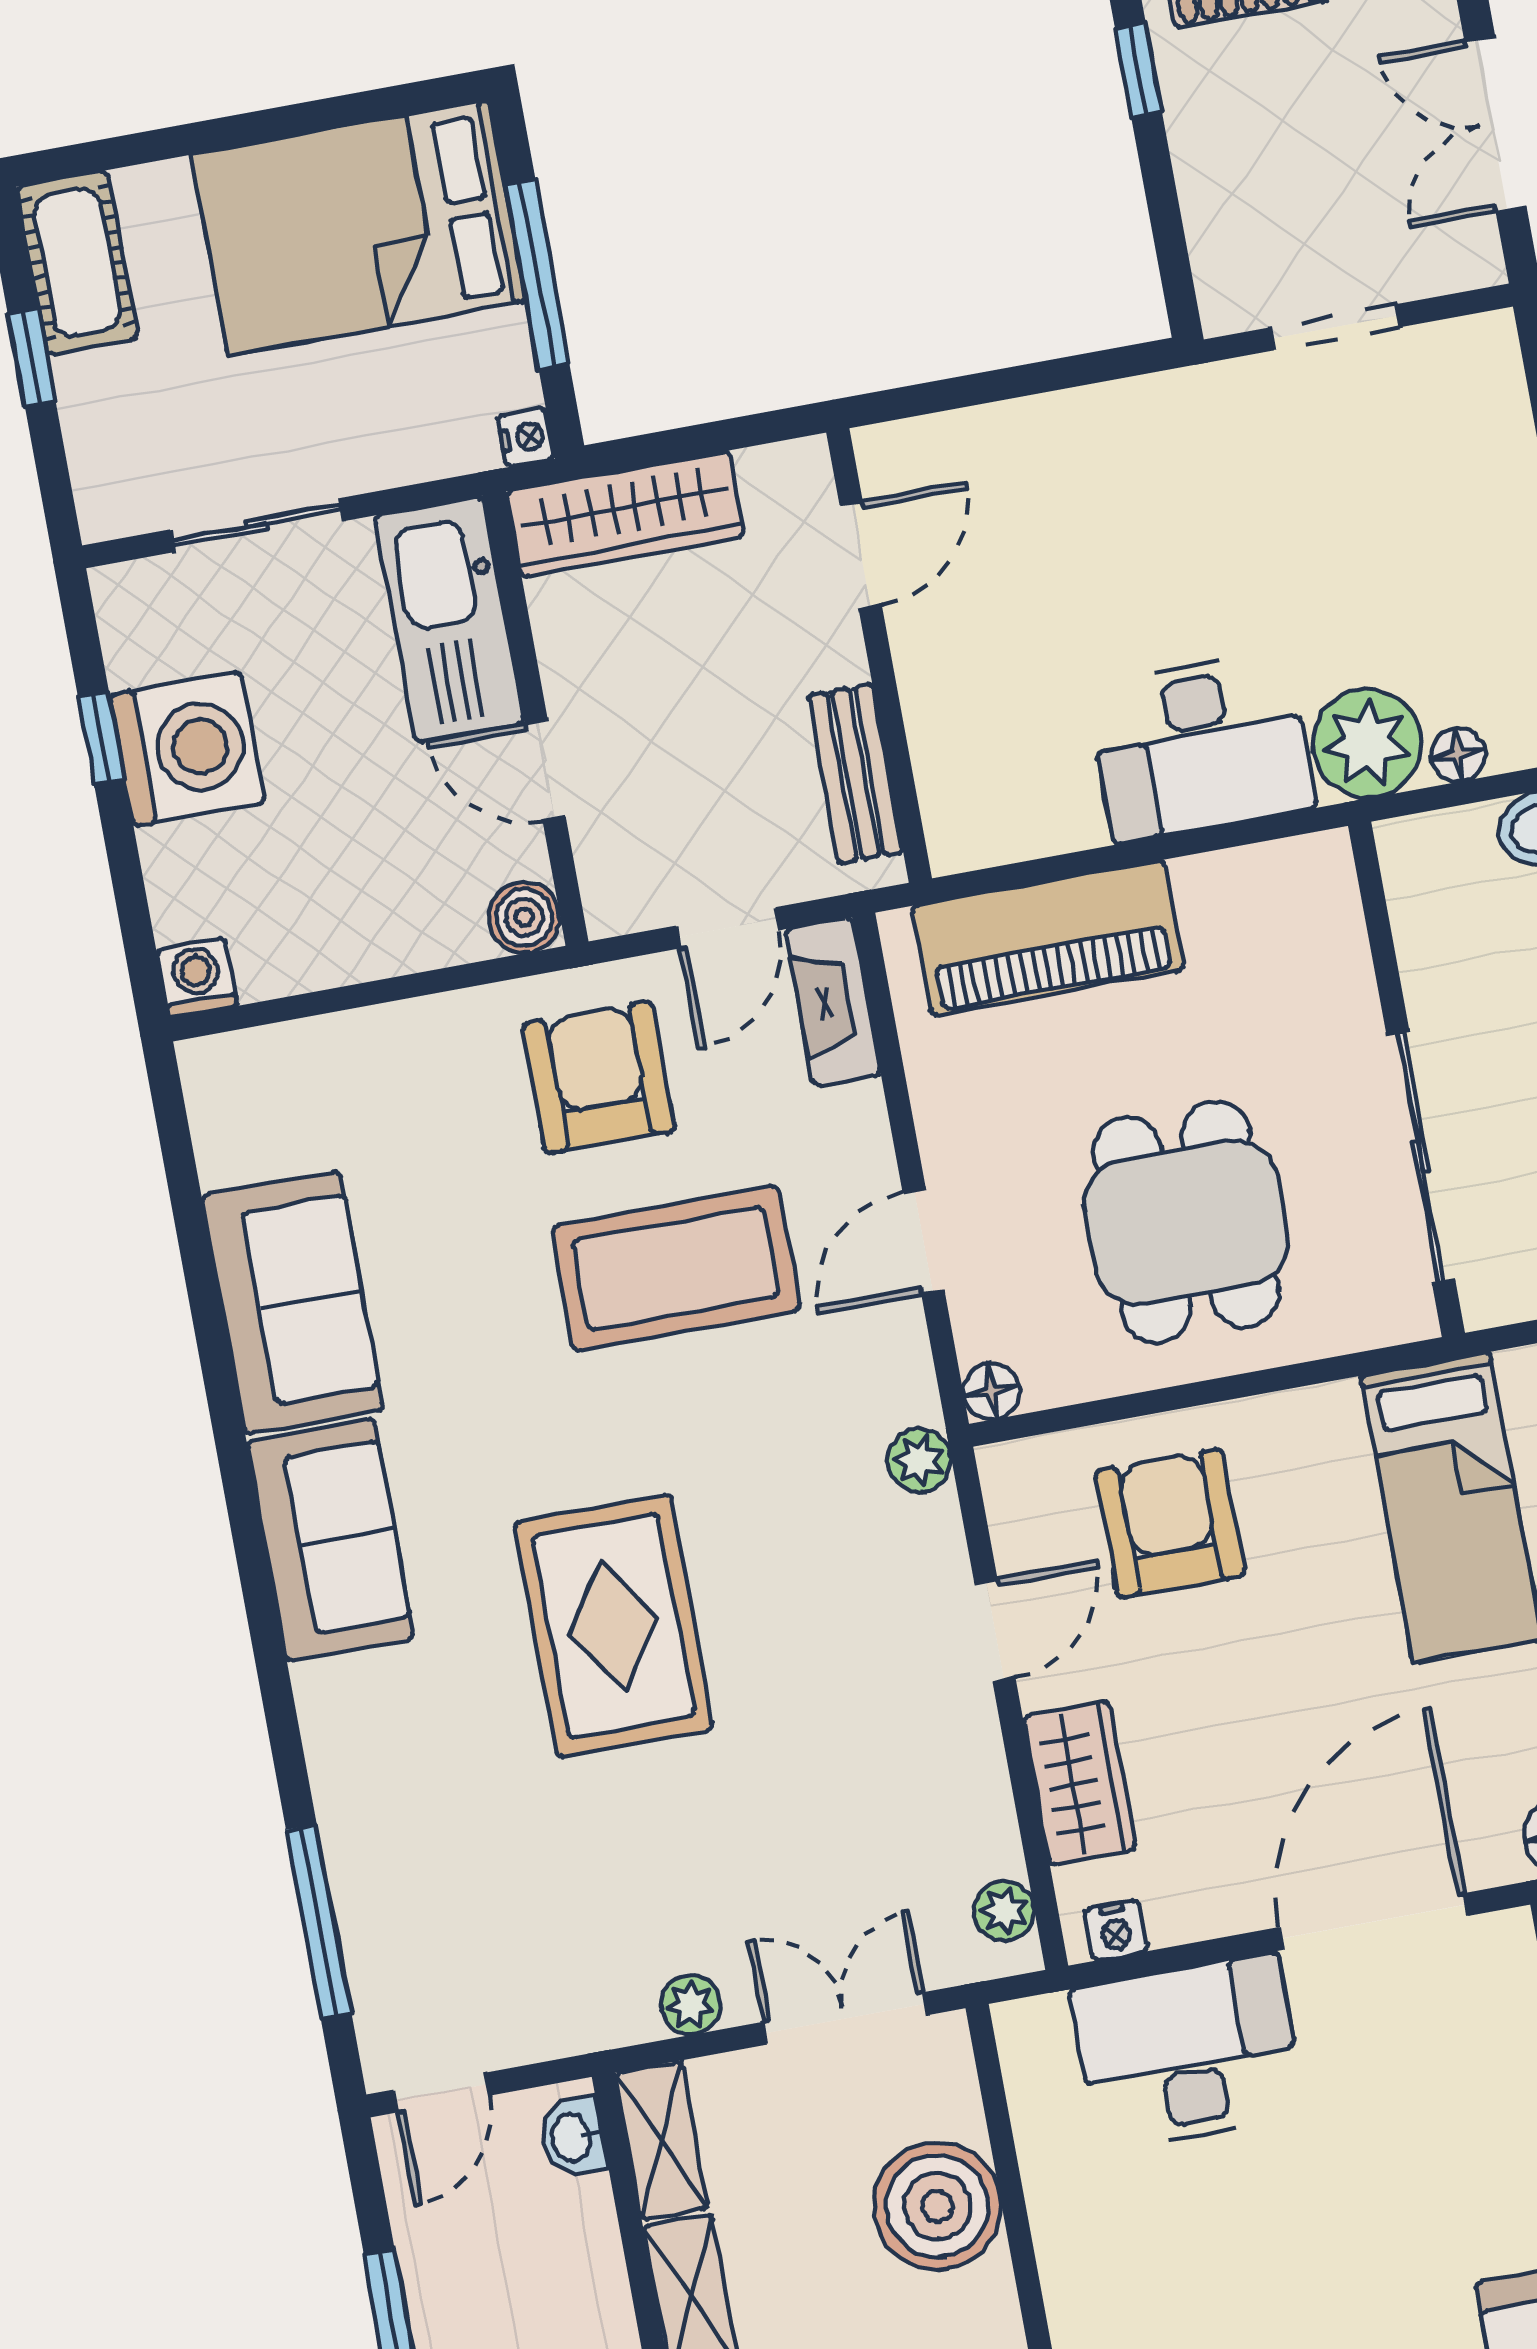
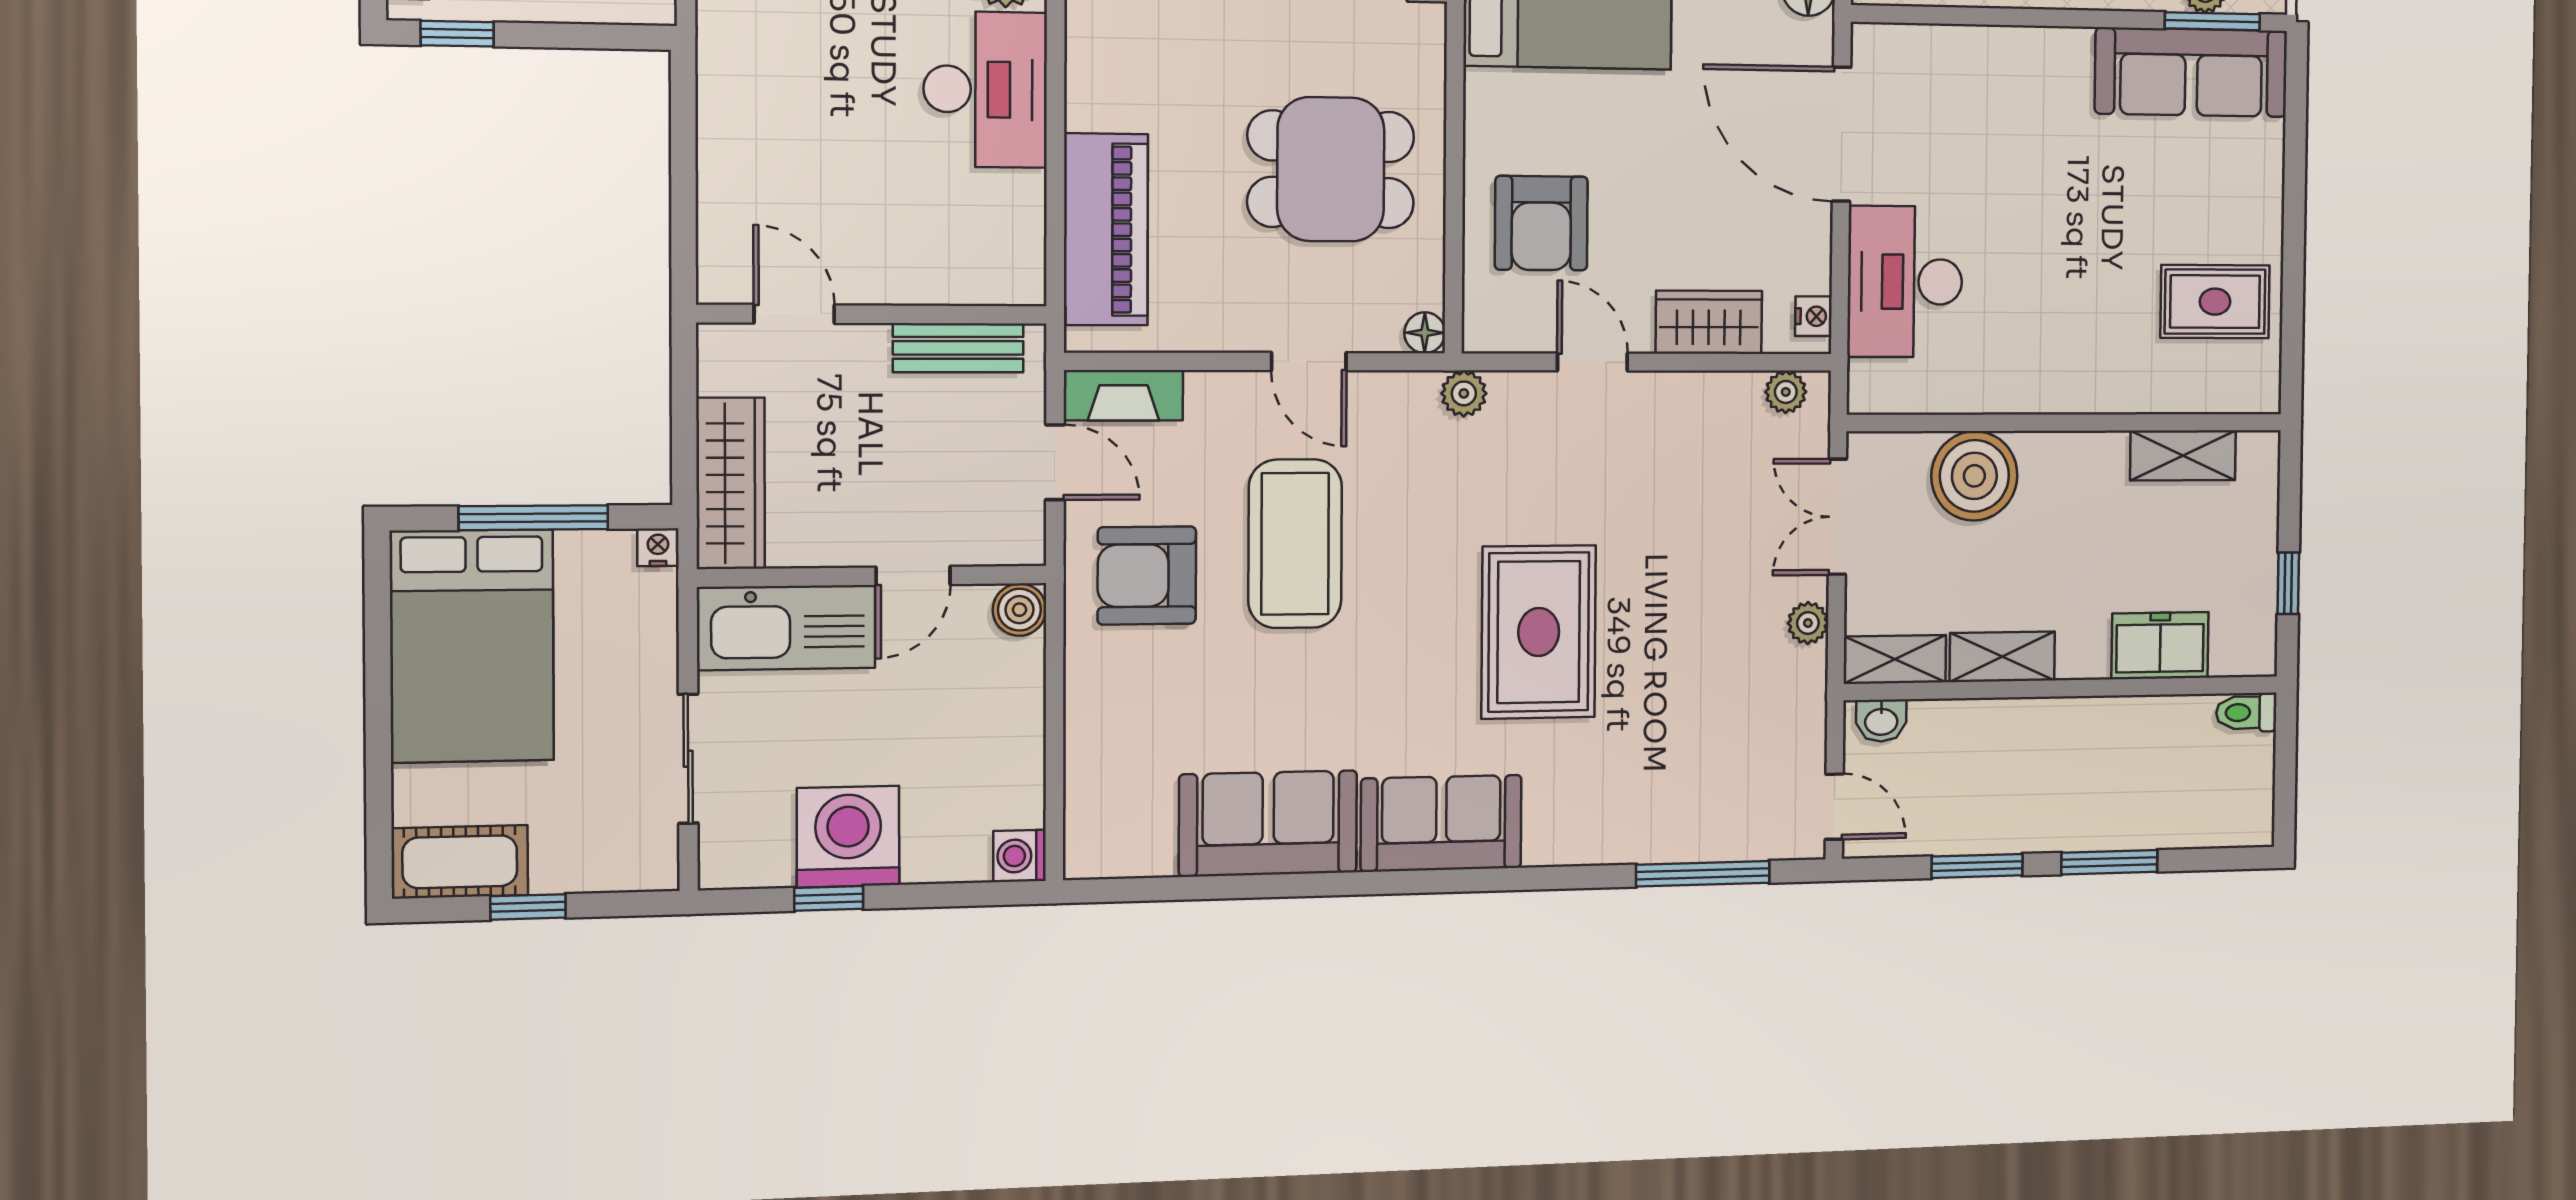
armchair: (1170, 1523) -> (1541, 223), turned -90
rug: (614, 1626) -> (1539, 632), turned 90

